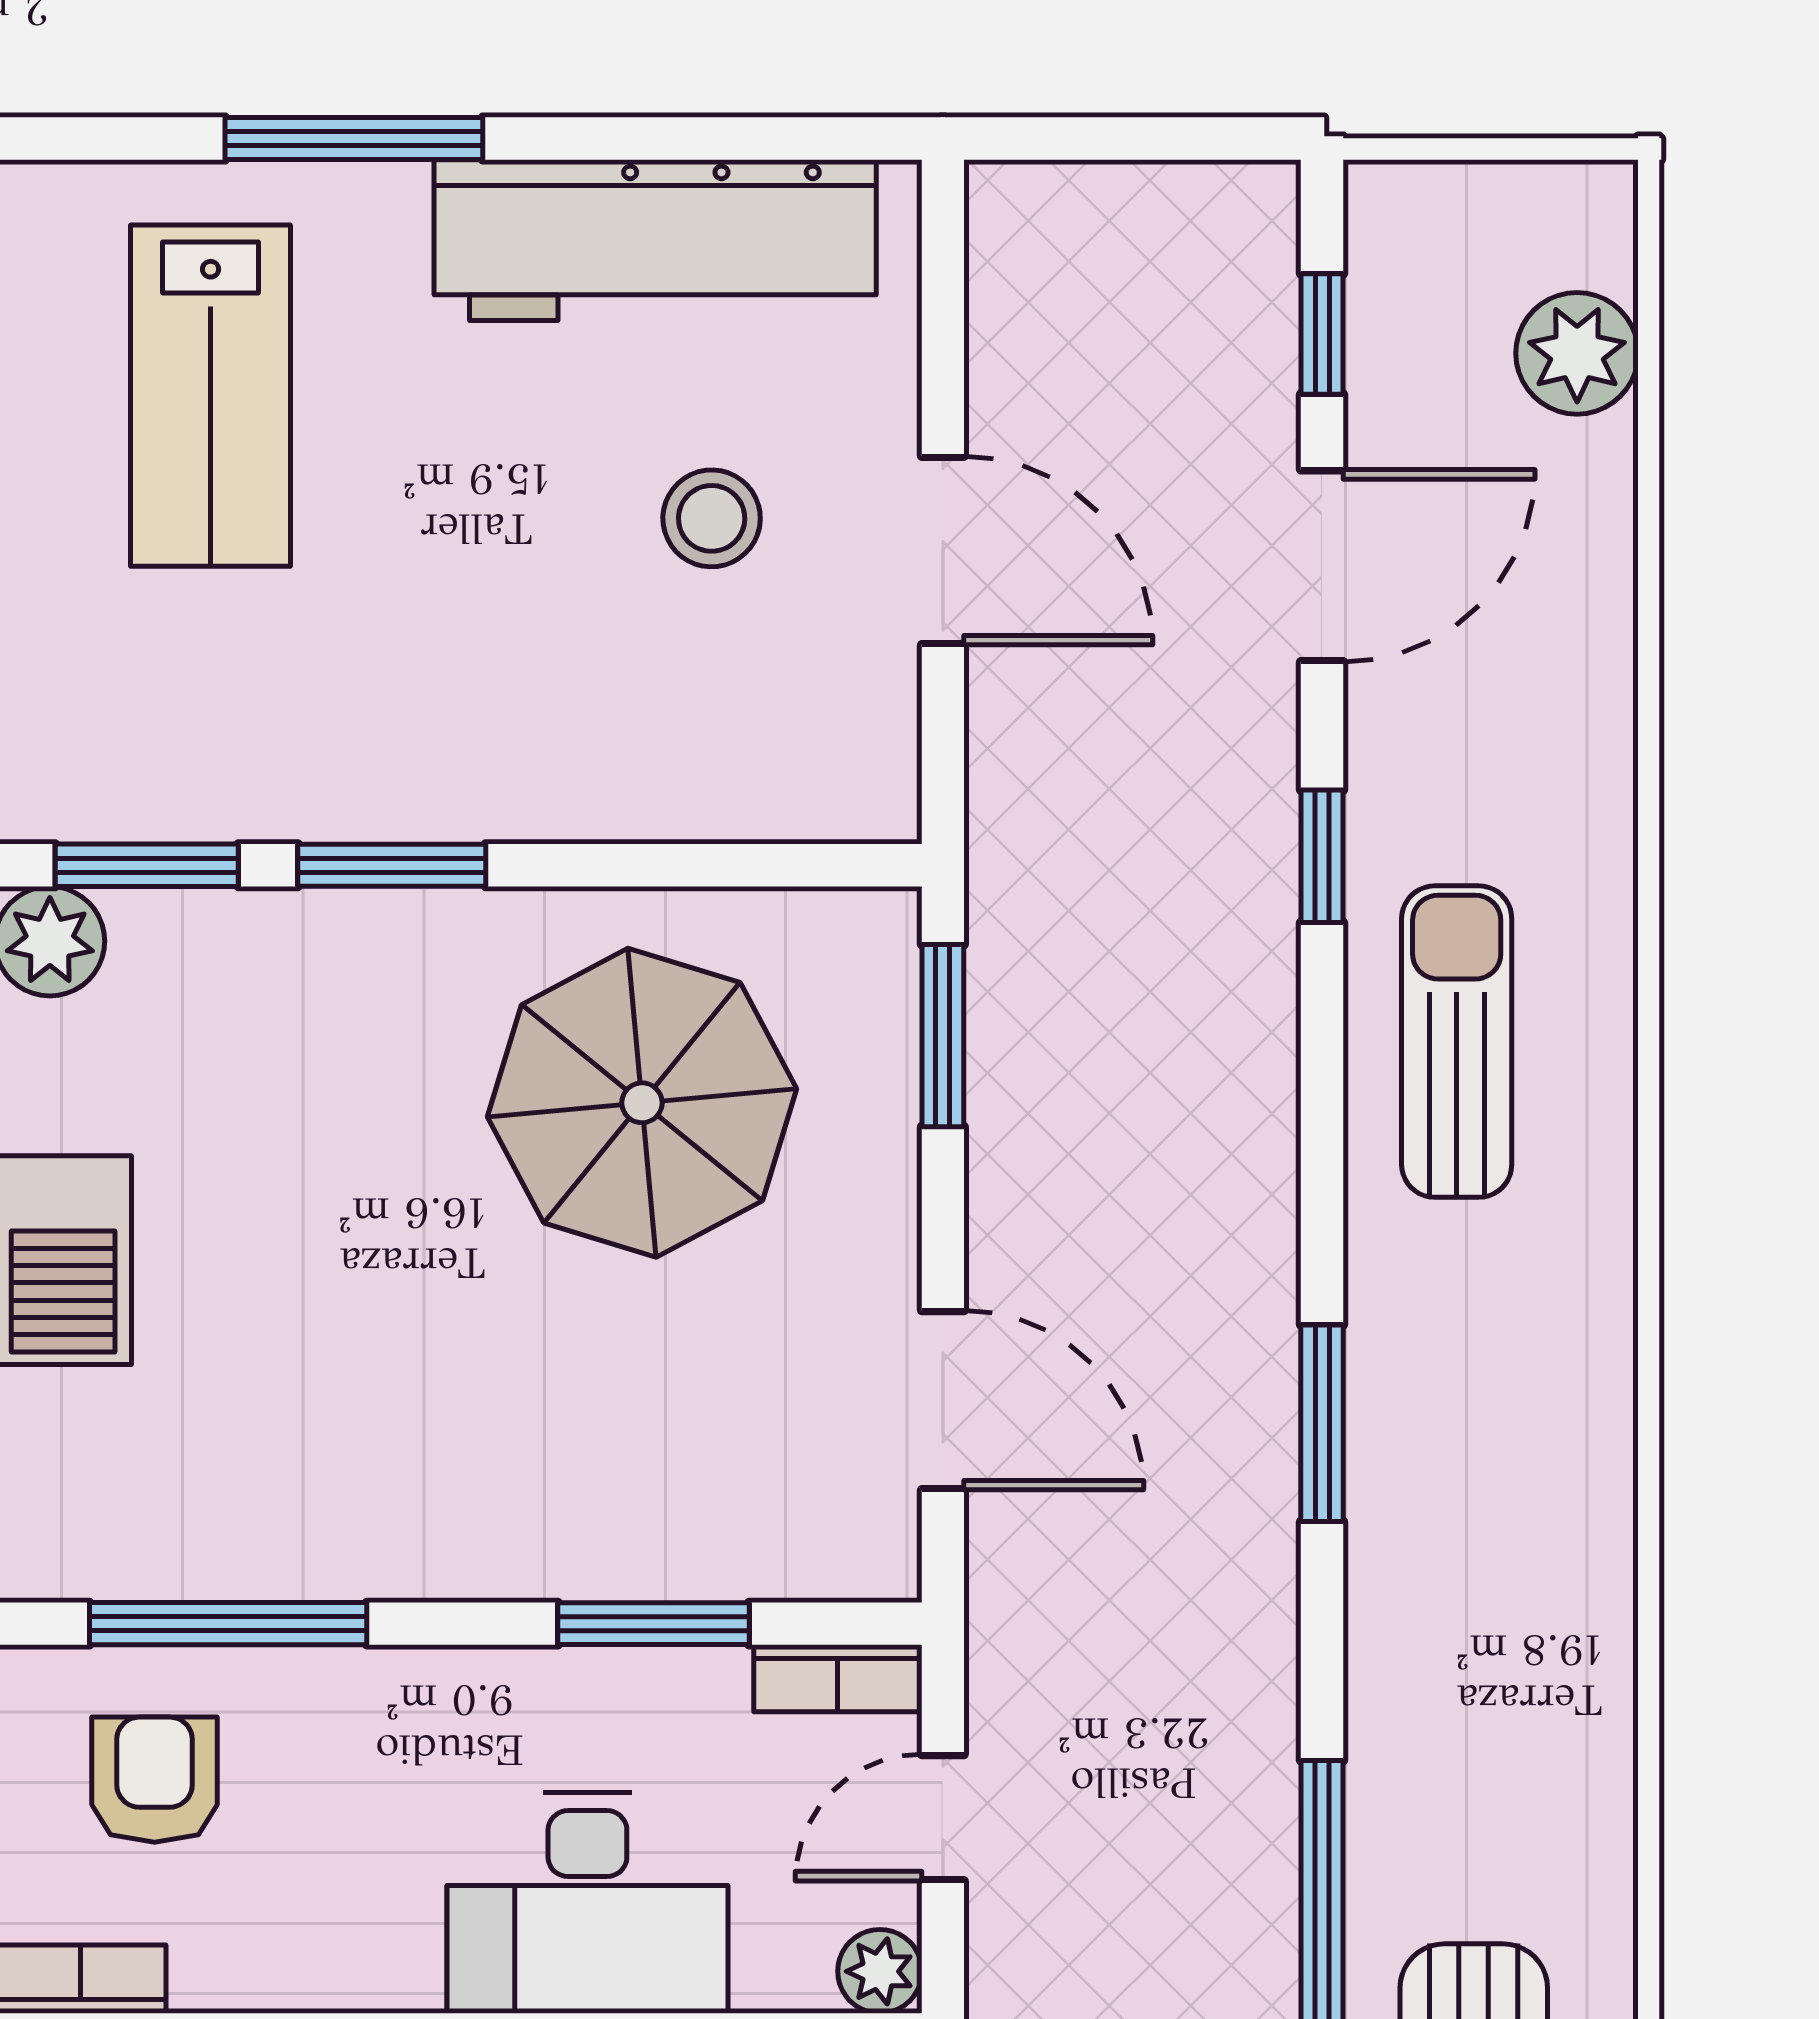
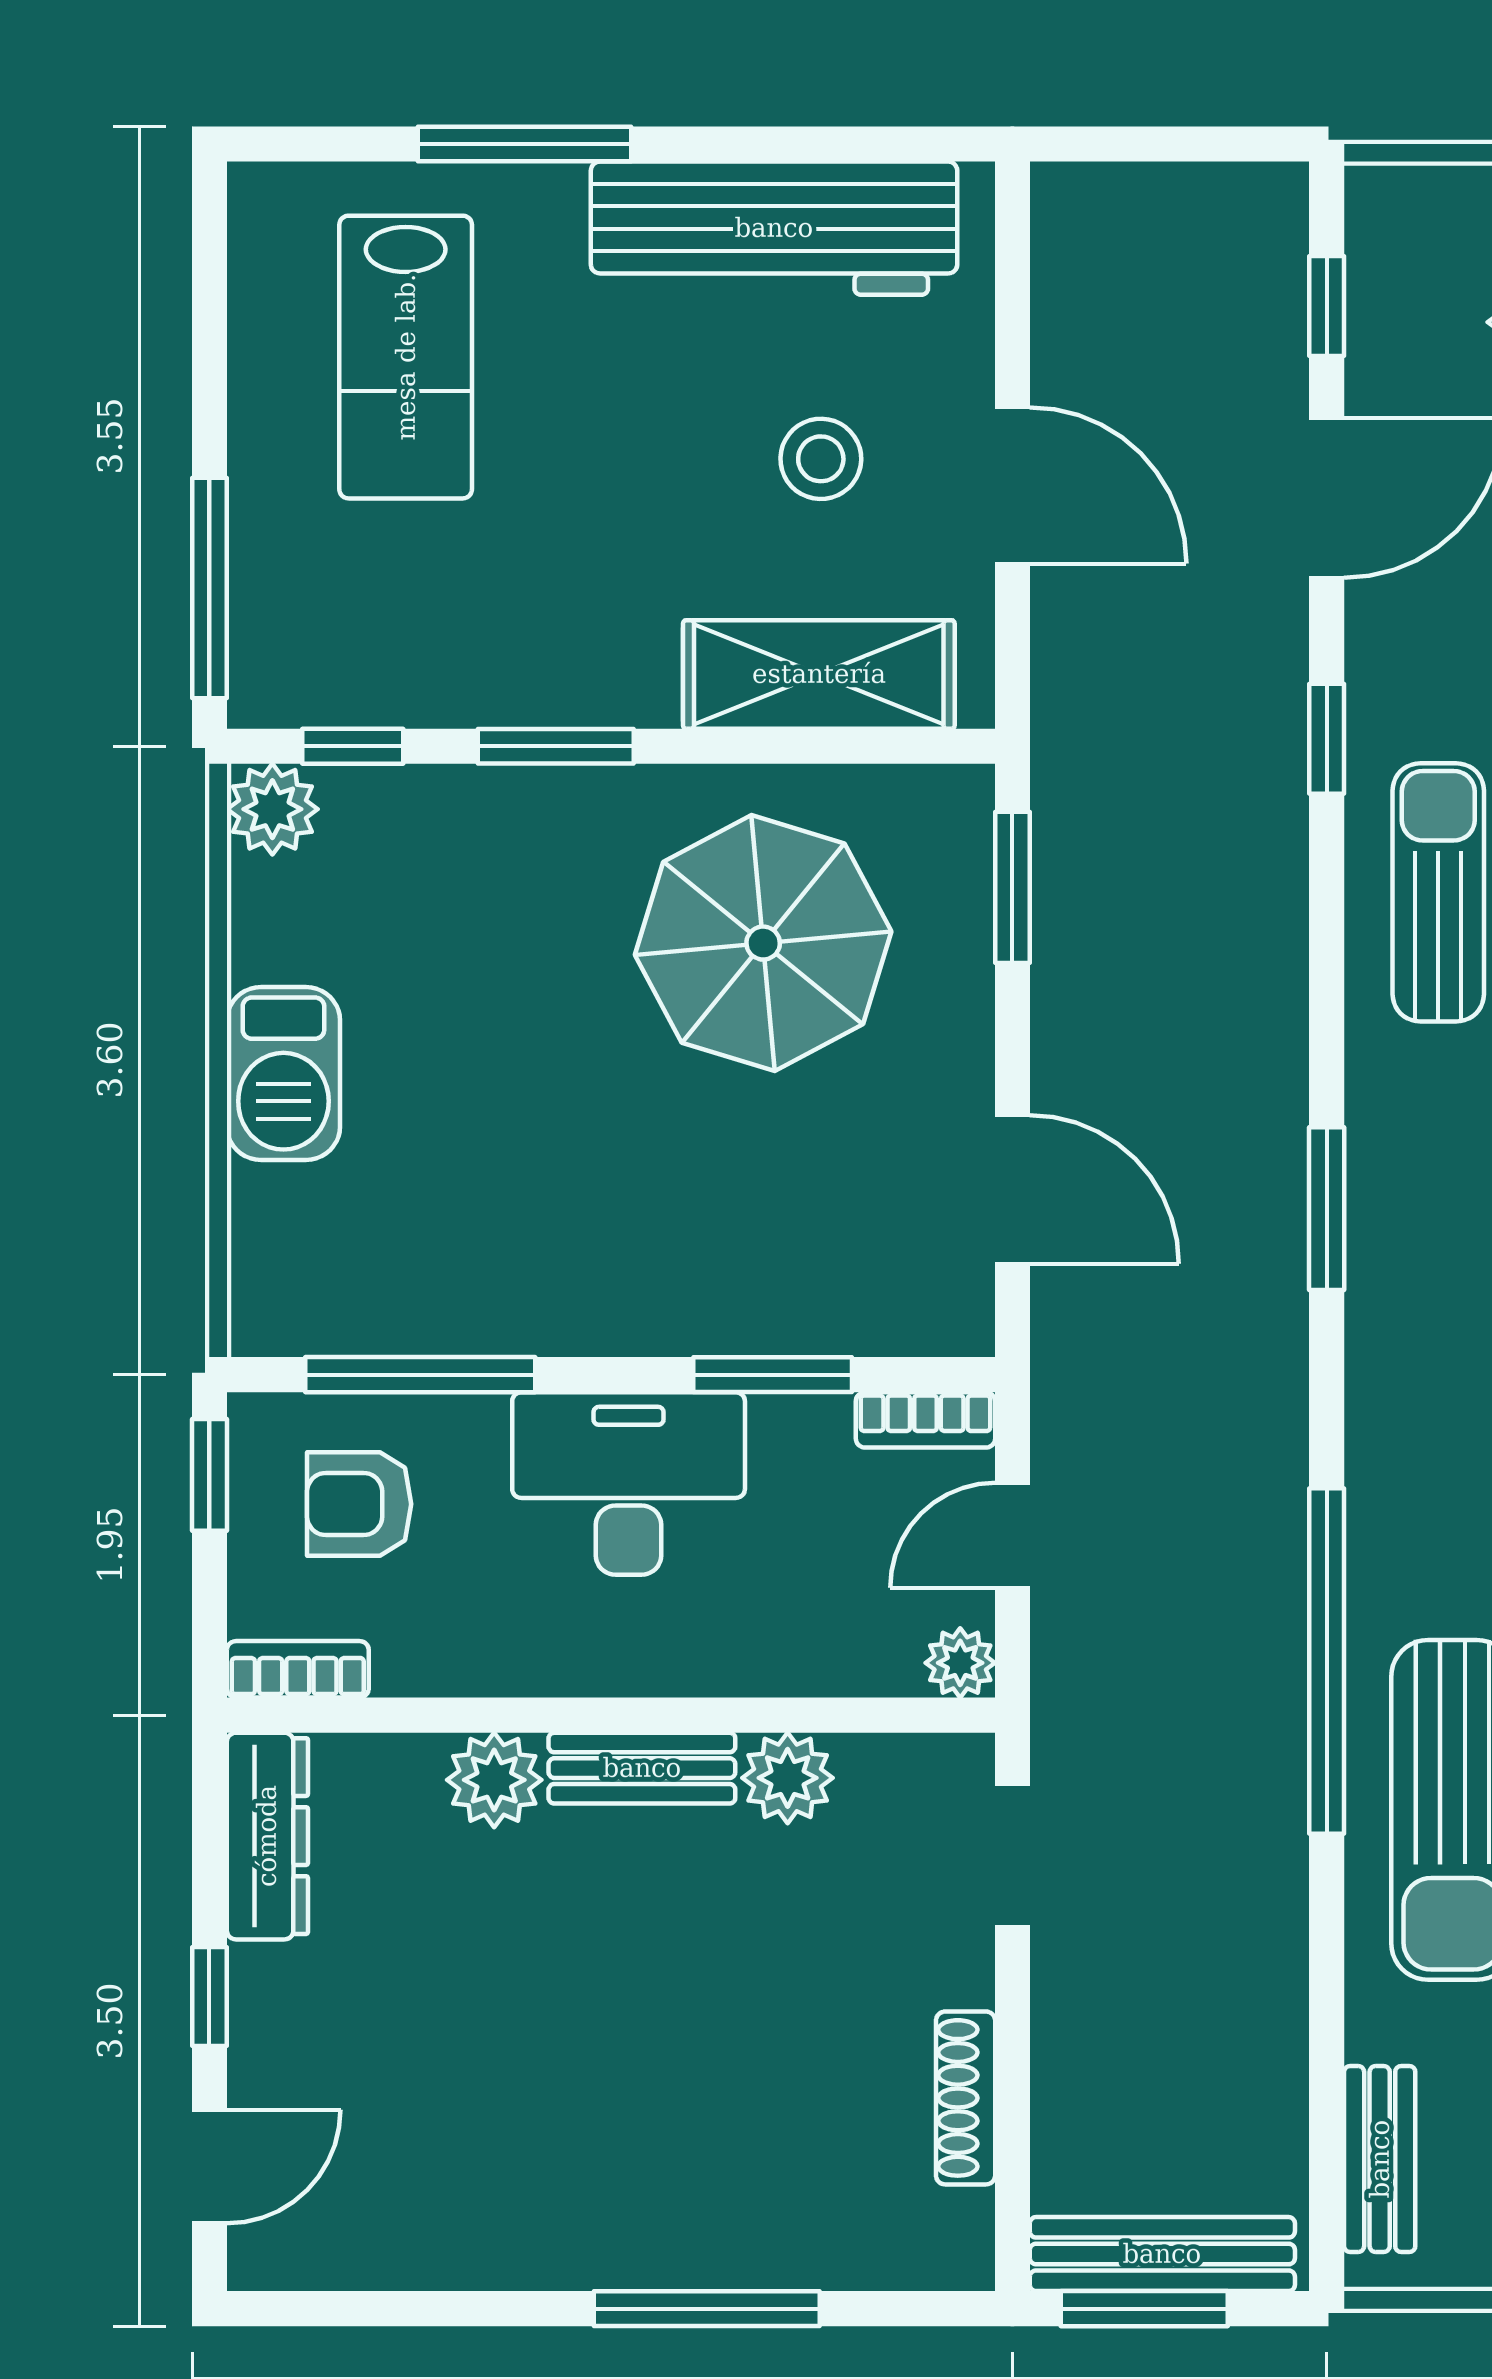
shelving: (709, 779) -> (819, 674), added
window: (147, 865) -> (353, 746), width x0.67
armchair: (155, 1780) -> (359, 1504), turned -90
desk: (587, 1903) -> (629, 1483), moved, turned 180

